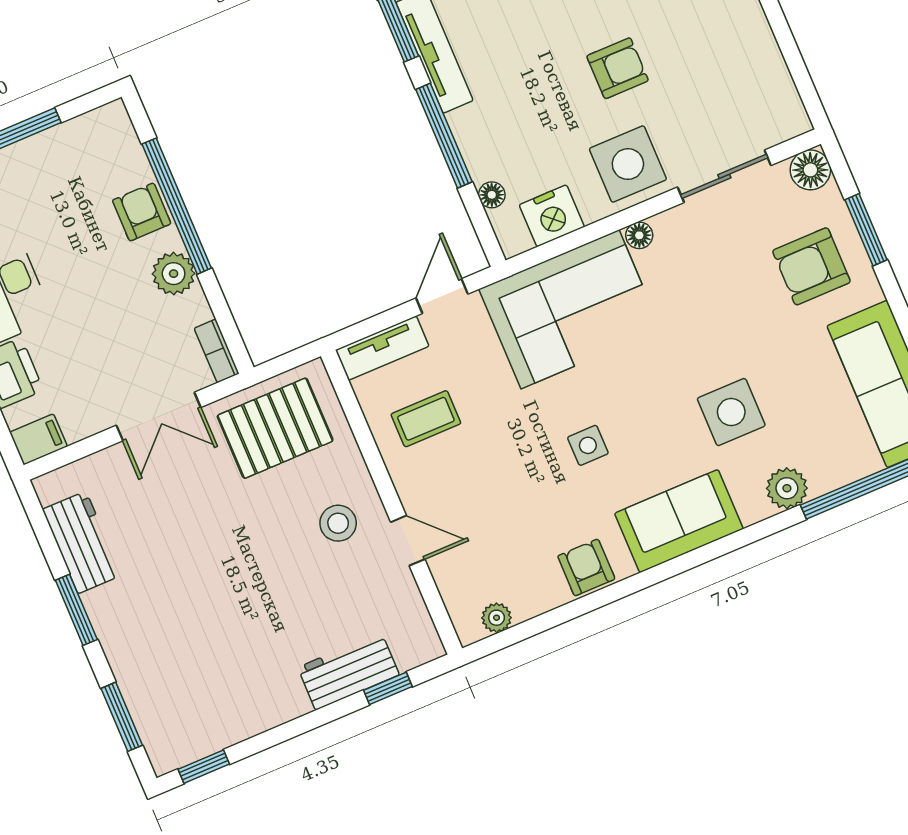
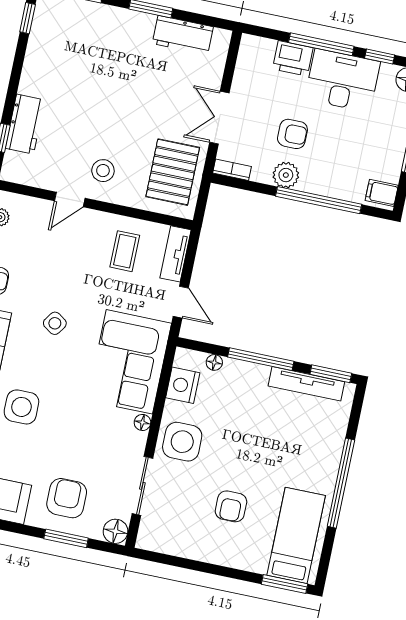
armchair: (618, 68) -> (231, 506), moved
armchair: (142, 212) -> (292, 134), moved
filing cabinet: (38, 439) -> (382, 193), moved, turned 90
side table: (588, 445) -> (55, 323), turned 34

